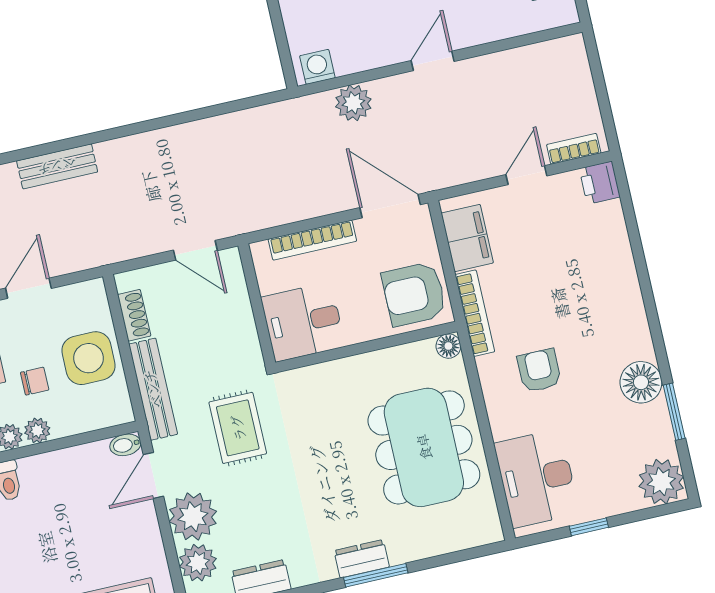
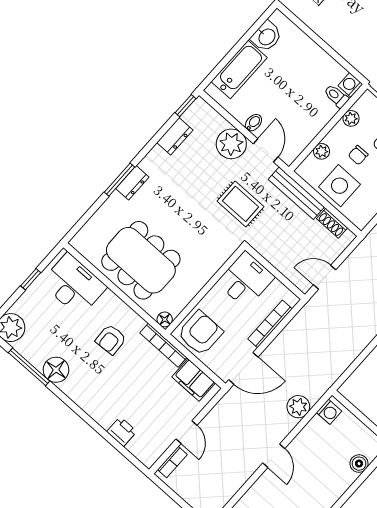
printer: (600, 183) -> (122, 432), moved
armchair: (539, 371) -> (111, 339), turned 87
window: (674, 412) -> (29, 367), width x1.44
plant: (37, 431) -> (322, 151), moved
bidet: (125, 445) -> (253, 123), moved
plant: (198, 563) -> (212, 123), removed

